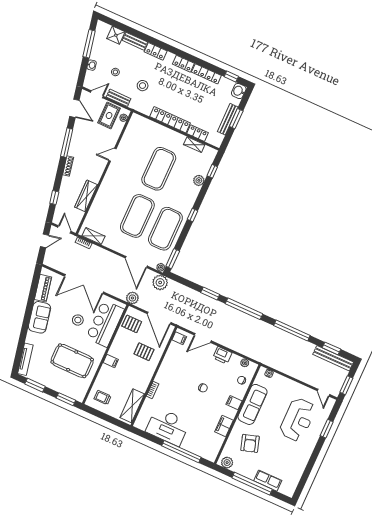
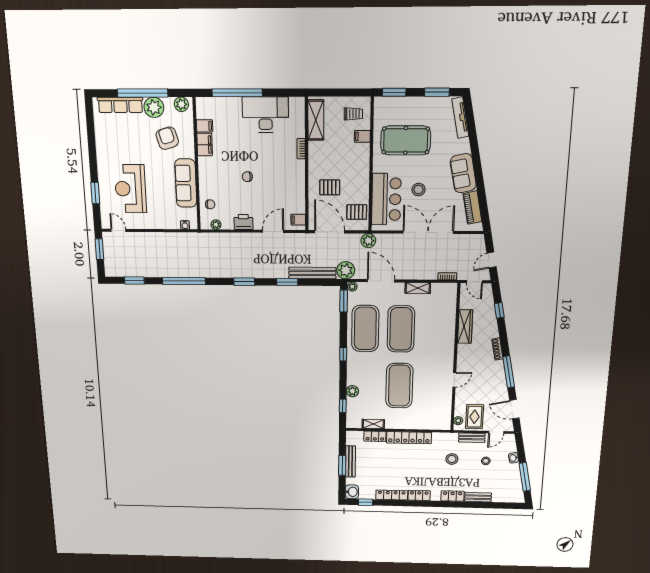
shower: (116, 35) -> (500, 495), removed
shelving: (94, 236) -> (418, 288), moved
window: (244, 309) -> (244, 282), width x0.47
bench: (333, 358) -> (312, 273), moved
filing cabinet: (111, 361) -> (362, 136), moved
filing cabinet: (234, 403) -> (205, 126), moved
plant: (249, 470) -> (154, 107), added
row of seats: (268, 481) -> (120, 105), width x1.48

